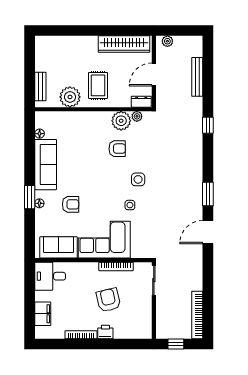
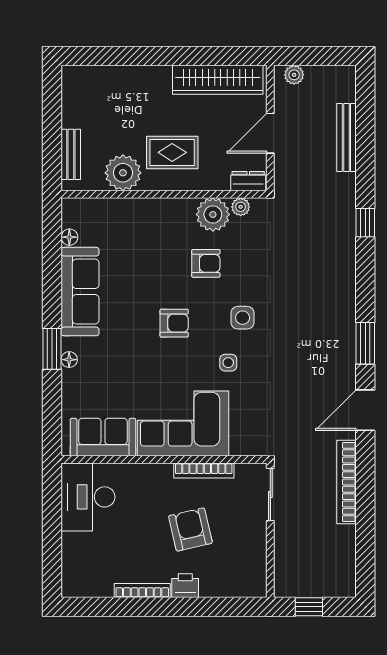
rug: (98, 85) -> (172, 152), turned 90
armchair: (71, 204) -> (174, 323), moved
desk: (50, 276) -> (88, 497), width x1.37
filing cabinet: (43, 314) -> (75, 554), removed
bookcase: (197, 315) -> (346, 482), moved

